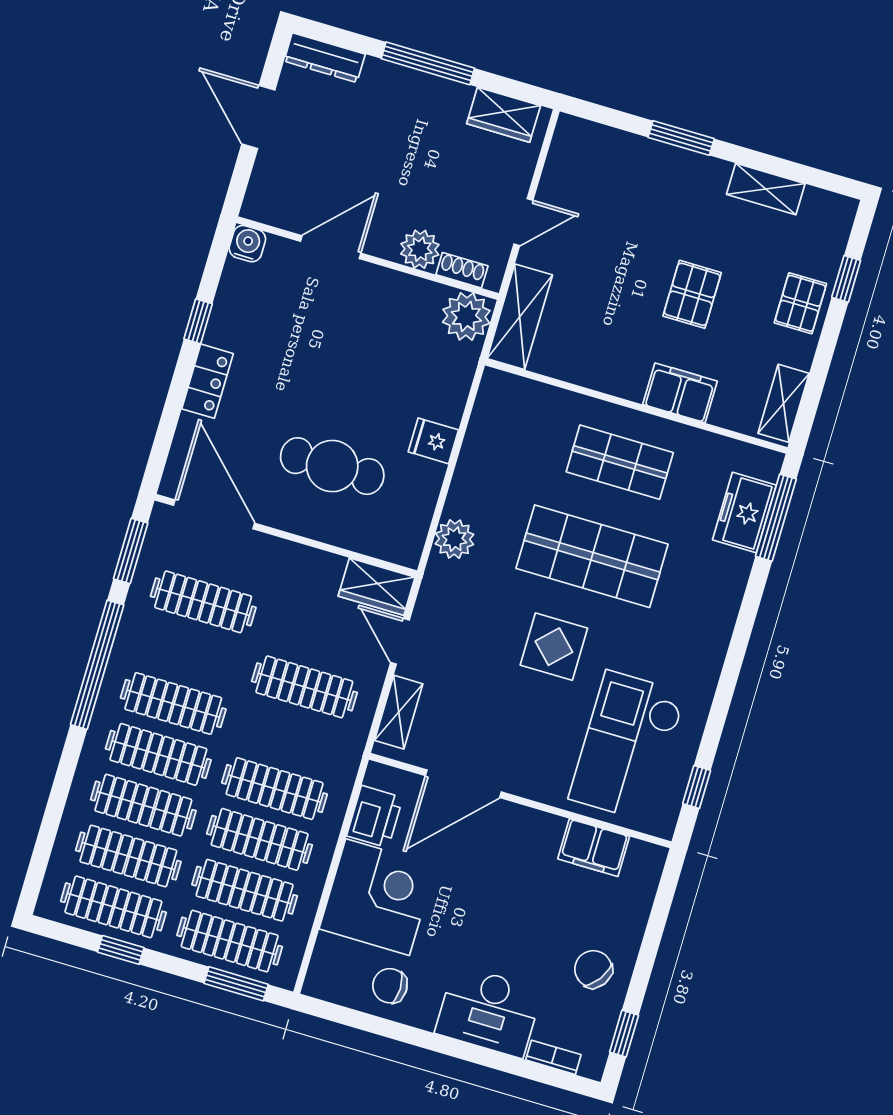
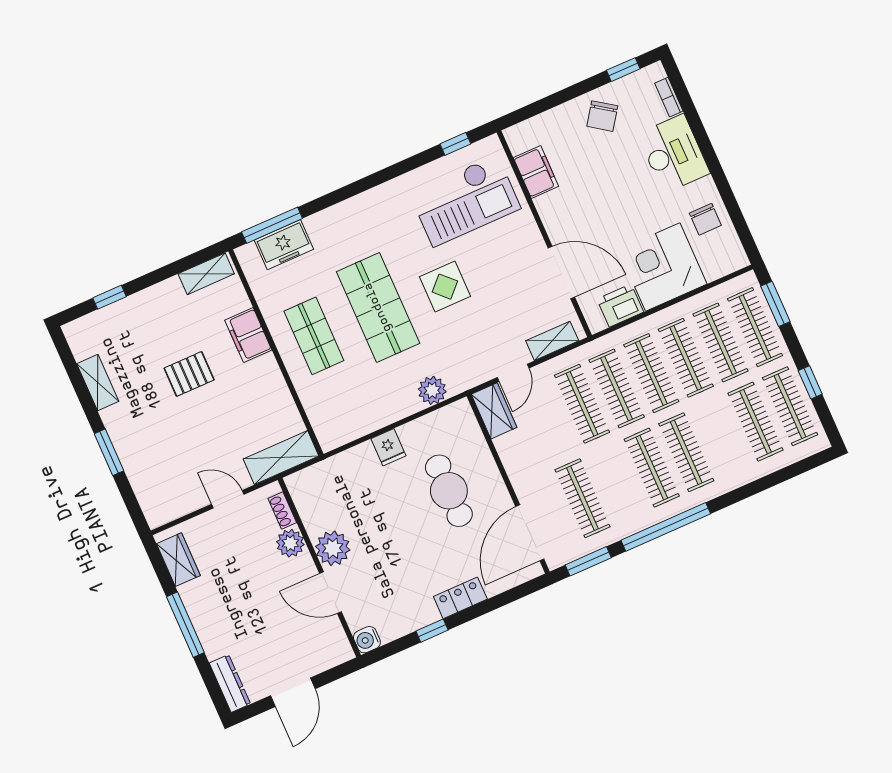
pallet: (800, 303) -> (144, 311), removed
plant: (466, 316) -> (333, 548), moved
clothes rail: (143, 805) -> (617, 388), moved

